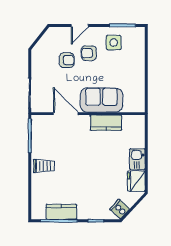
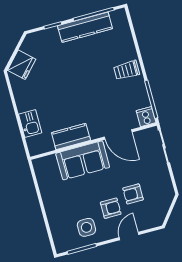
kitchen sink: (137, 159) -> (30, 123), moved
fridge: (136, 181) -> (22, 65), moved, turned 43
cooker: (120, 209) -> (146, 117), moved, turned -133
kitchen counter: (61, 212) -> (85, 27), width x1.50

